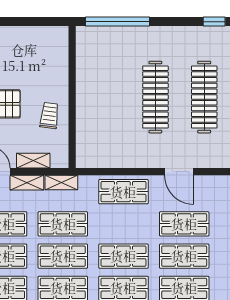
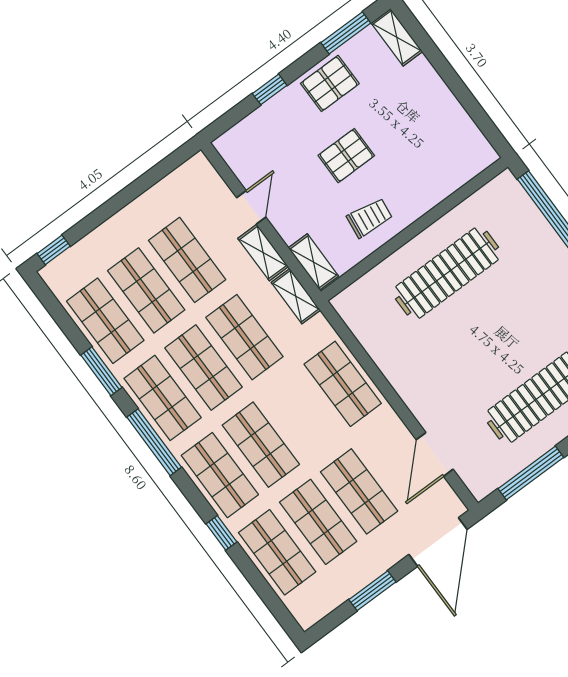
clothes rail: (155, 97) -> (447, 273), moved
shelving: (33, 161) -> (313, 262), moved
door: (179, 172) -> (435, 454), moved

